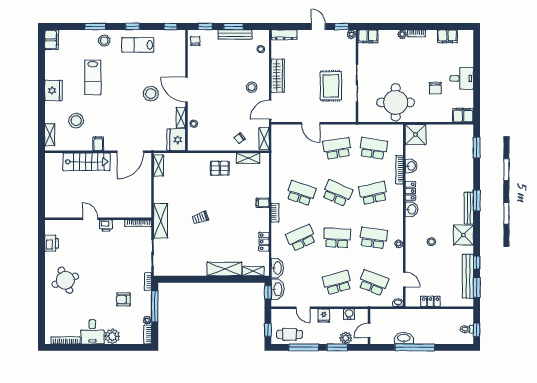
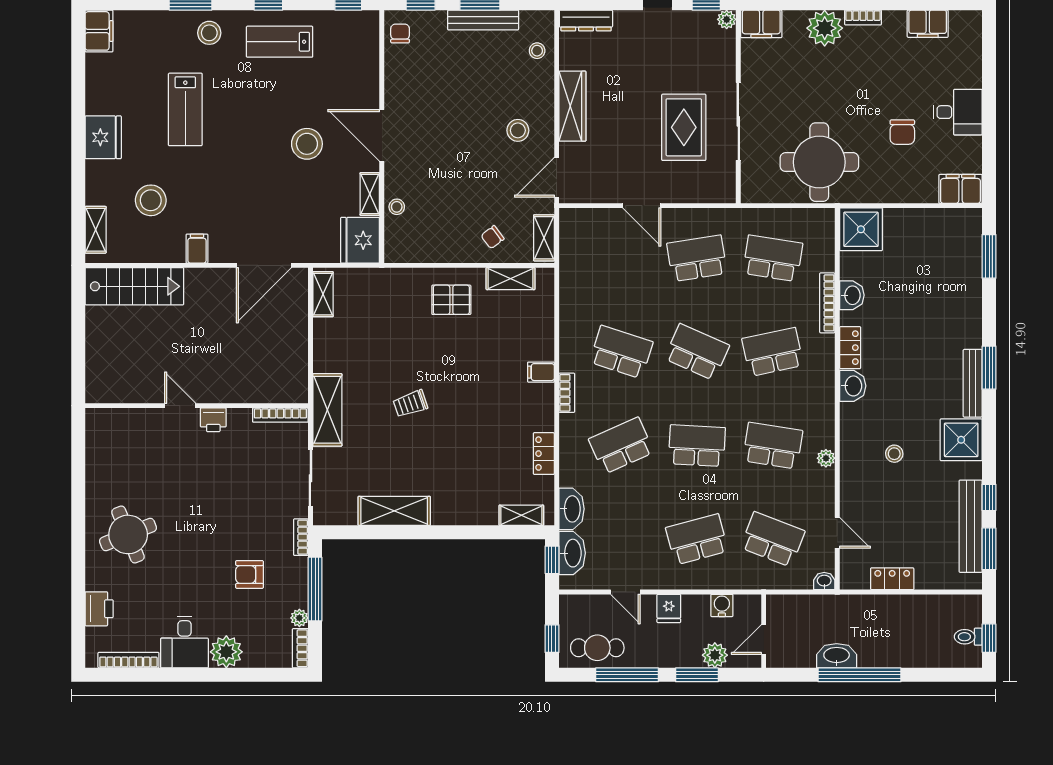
plant: (402, 34) -> (825, 28), width x1.87, depth x1.87
stairs: (87, 162) -> (134, 286), moved
printer: (52, 243) -> (99, 609), moved
shelving: (224, 269) -> (394, 511), moved

